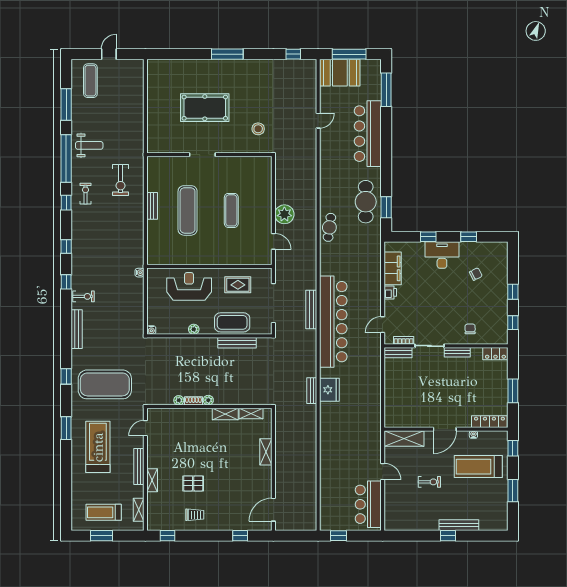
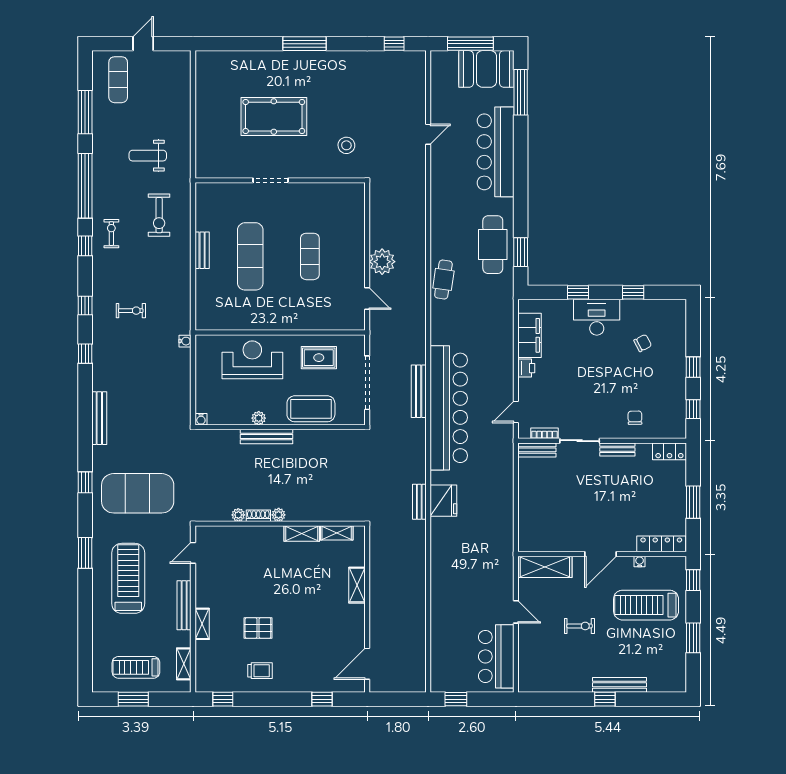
booth: (340, 73) -> (486, 69), moved
weight bench: (89, 145) -> (148, 156), moved, turned 180
exercise bike: (84, 296) -> (131, 311), moved
bench: (237, 343) -> (266, 437), moved

